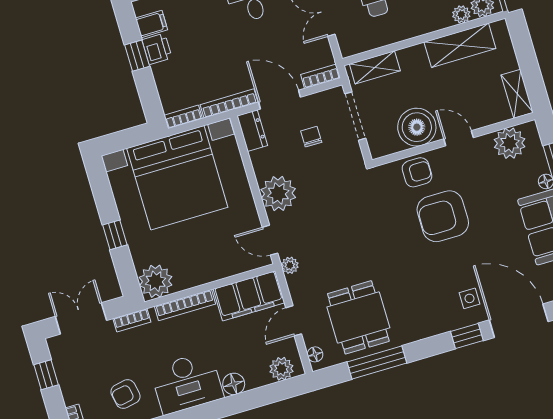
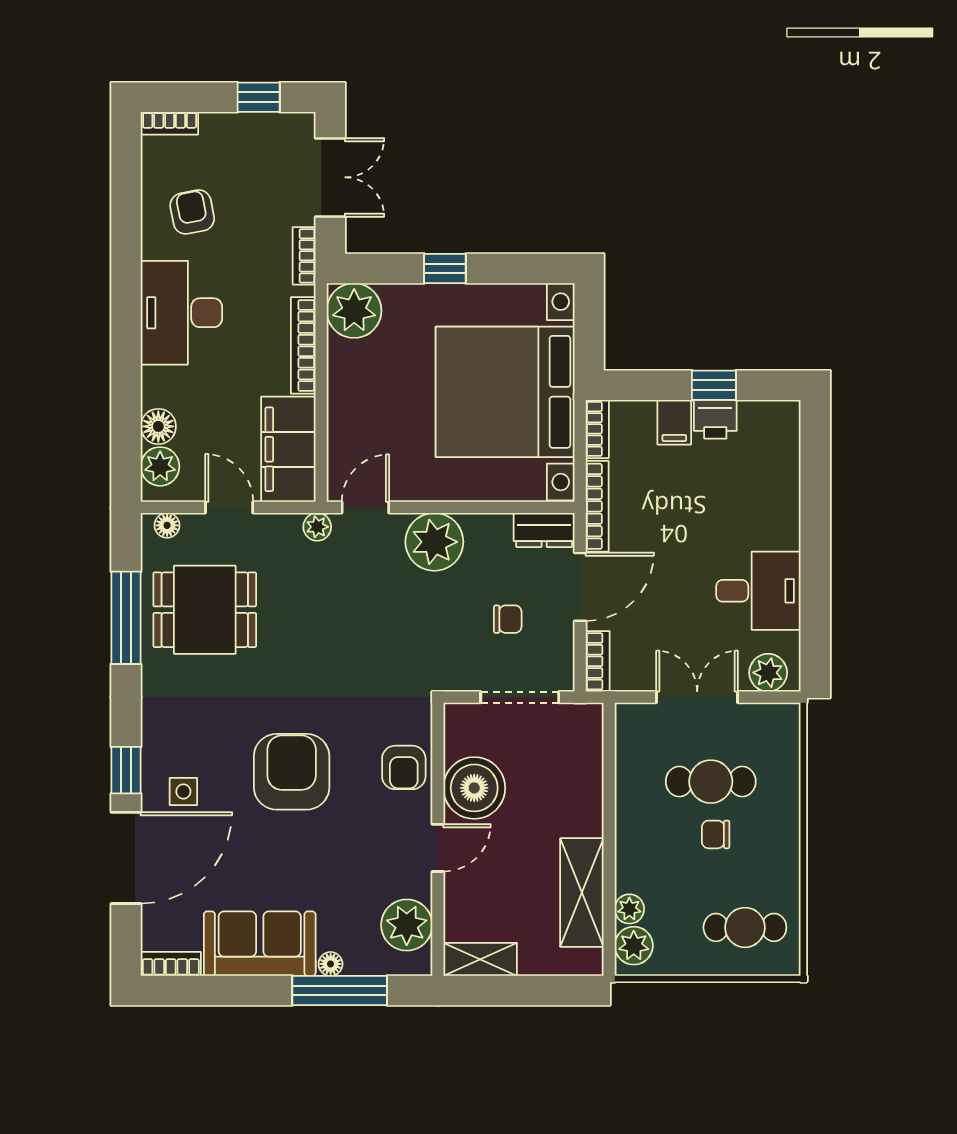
filing cabinet: (152, 24) -> (674, 422), moved
shelving: (375, 67) -> (587, 750), removed
armchair: (443, 216) -> (292, 772), moved
floor lamp: (234, 384) -> (158, 426), moved

